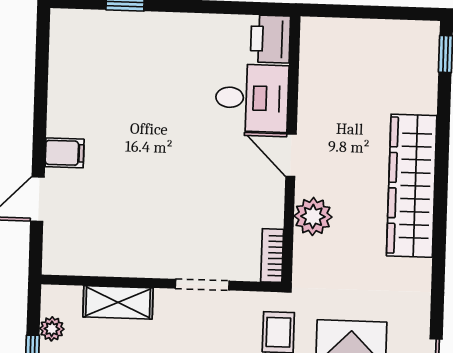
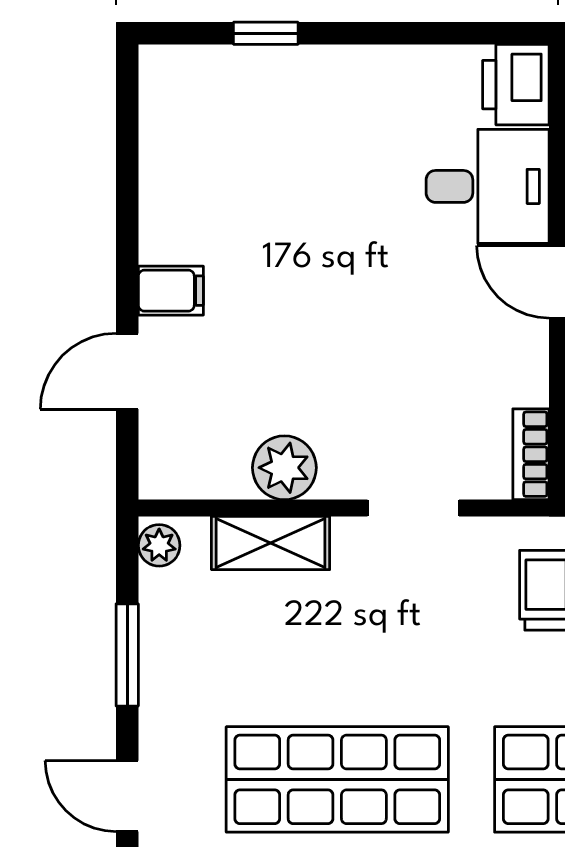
plant: (128, 259) -> (284, 468), added
plant: (52, 329) -> (159, 545), moved

